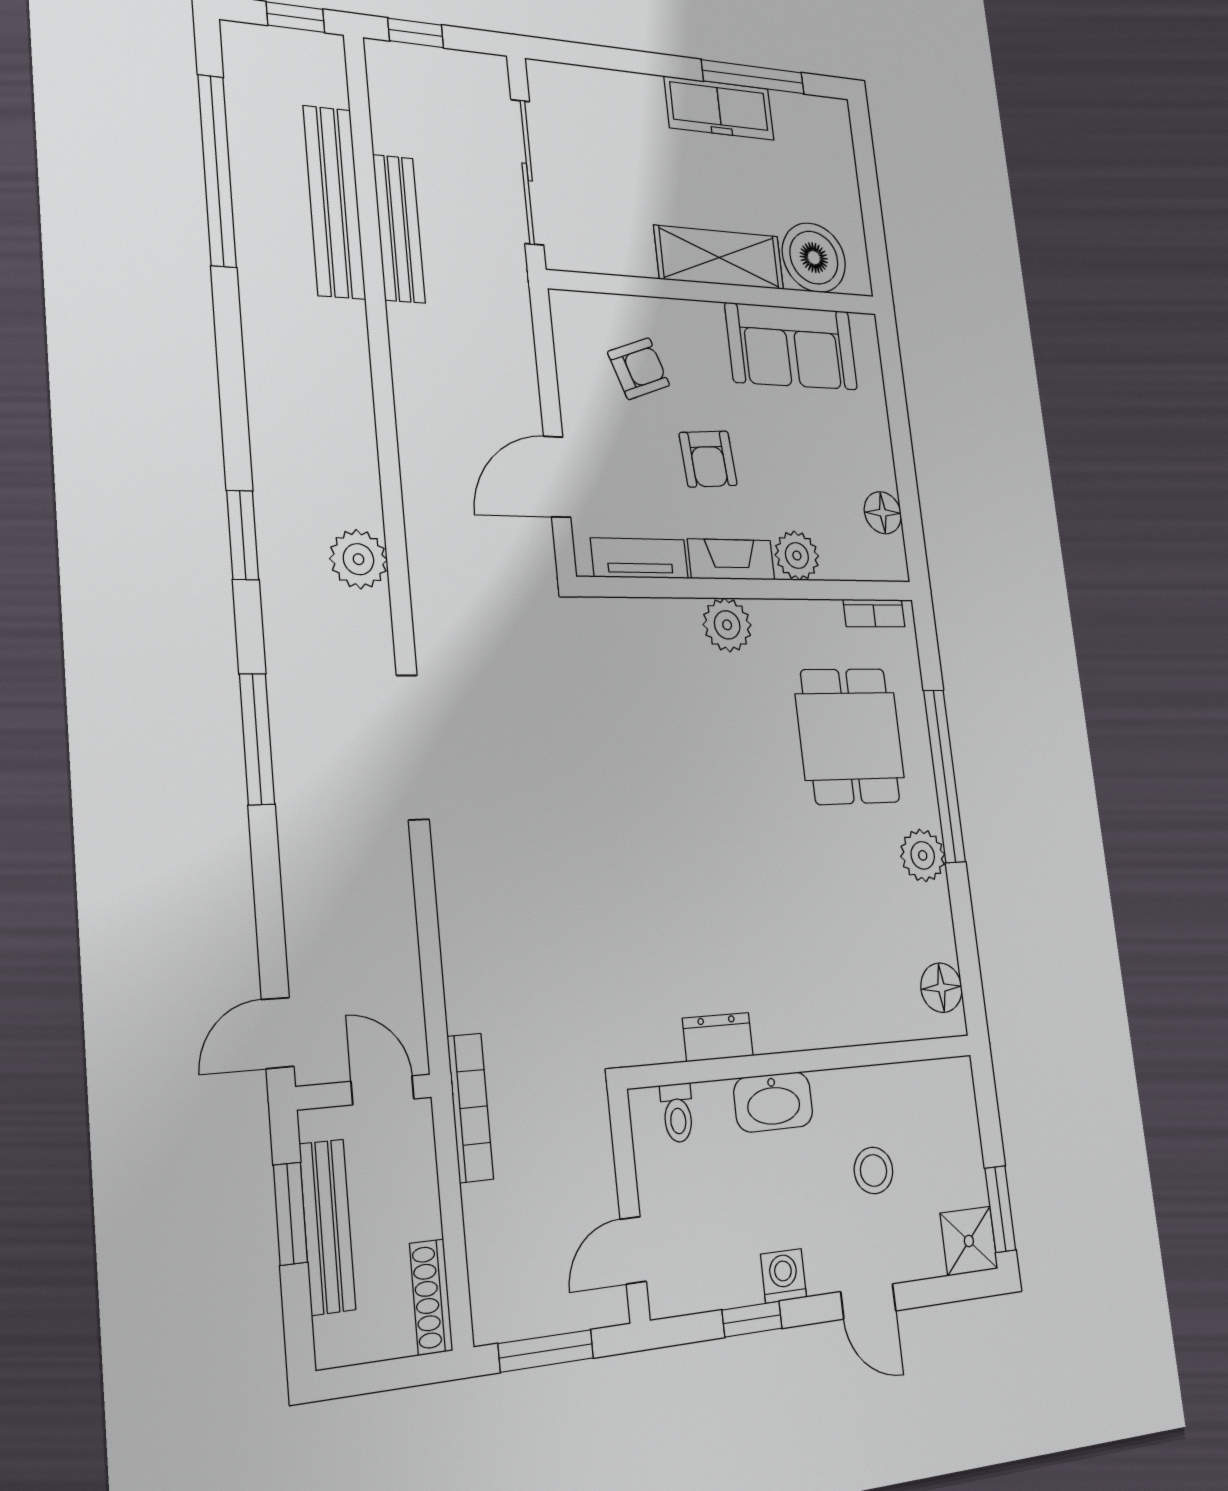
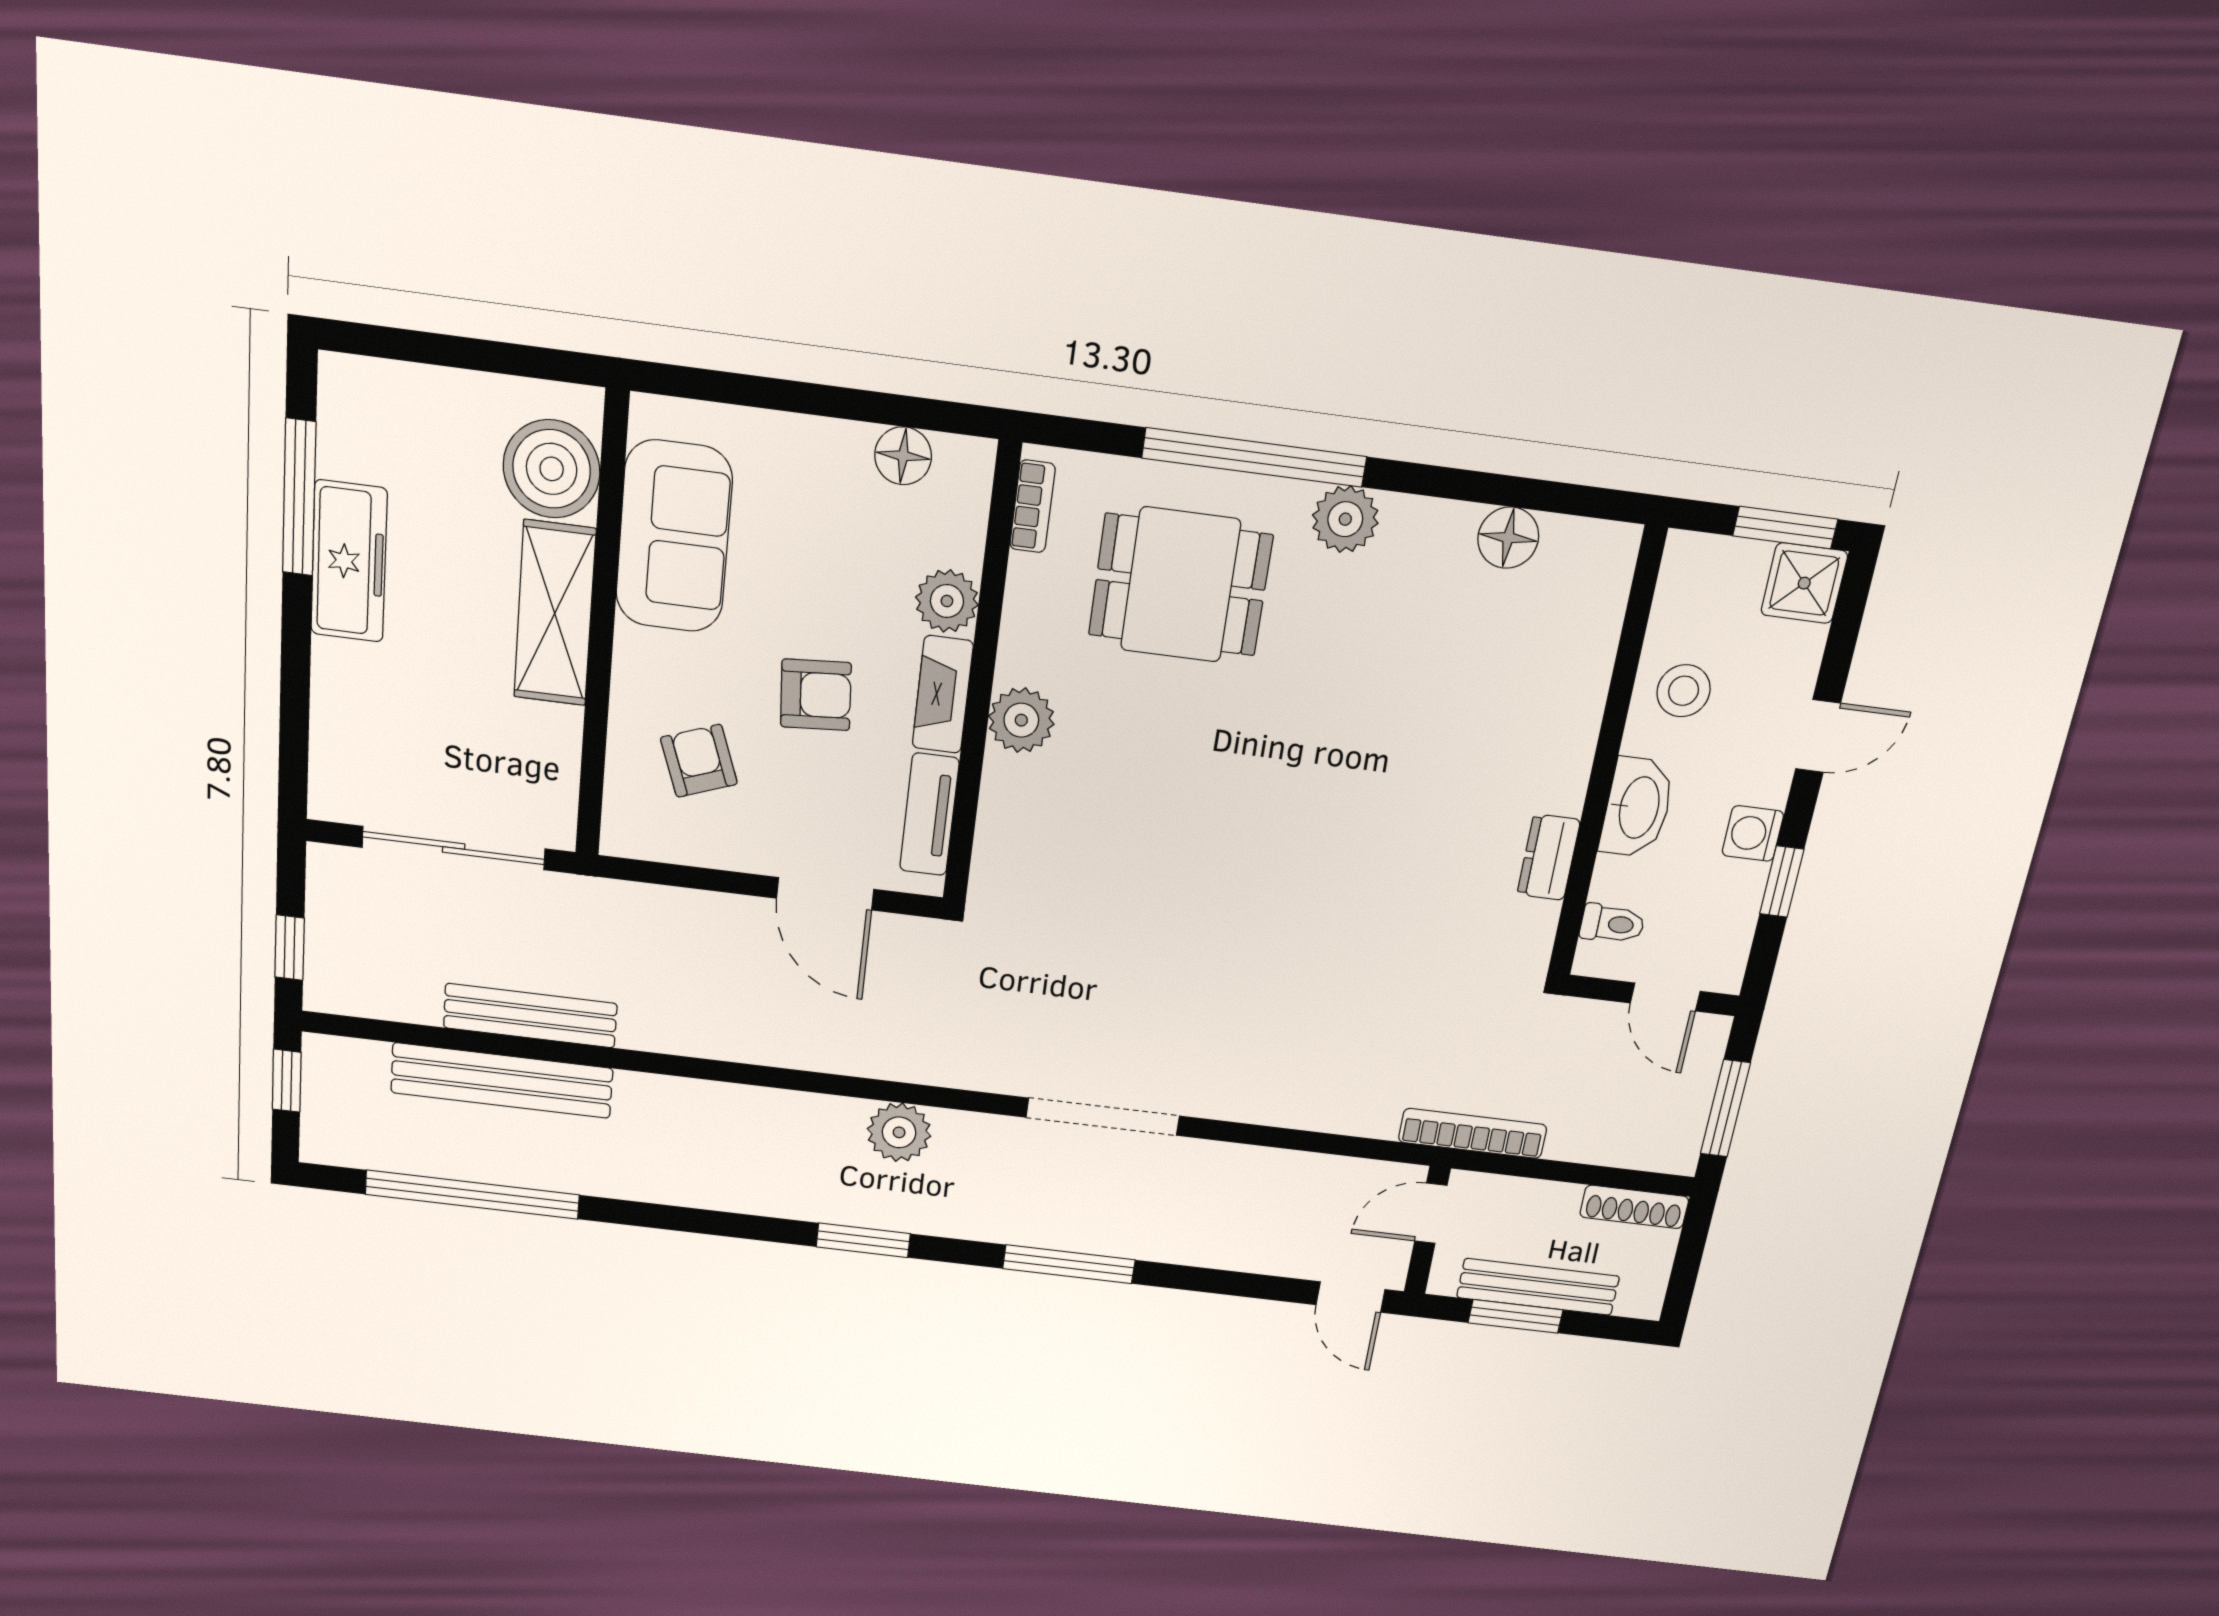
dresser: (718, 1037) -> (1549, 857), moved
wall: (804, 1061) -> (1606, 757), moved
washbasin: (773, 1102) -> (1637, 807), moved
toilet: (677, 1113) -> (1612, 924), moved

